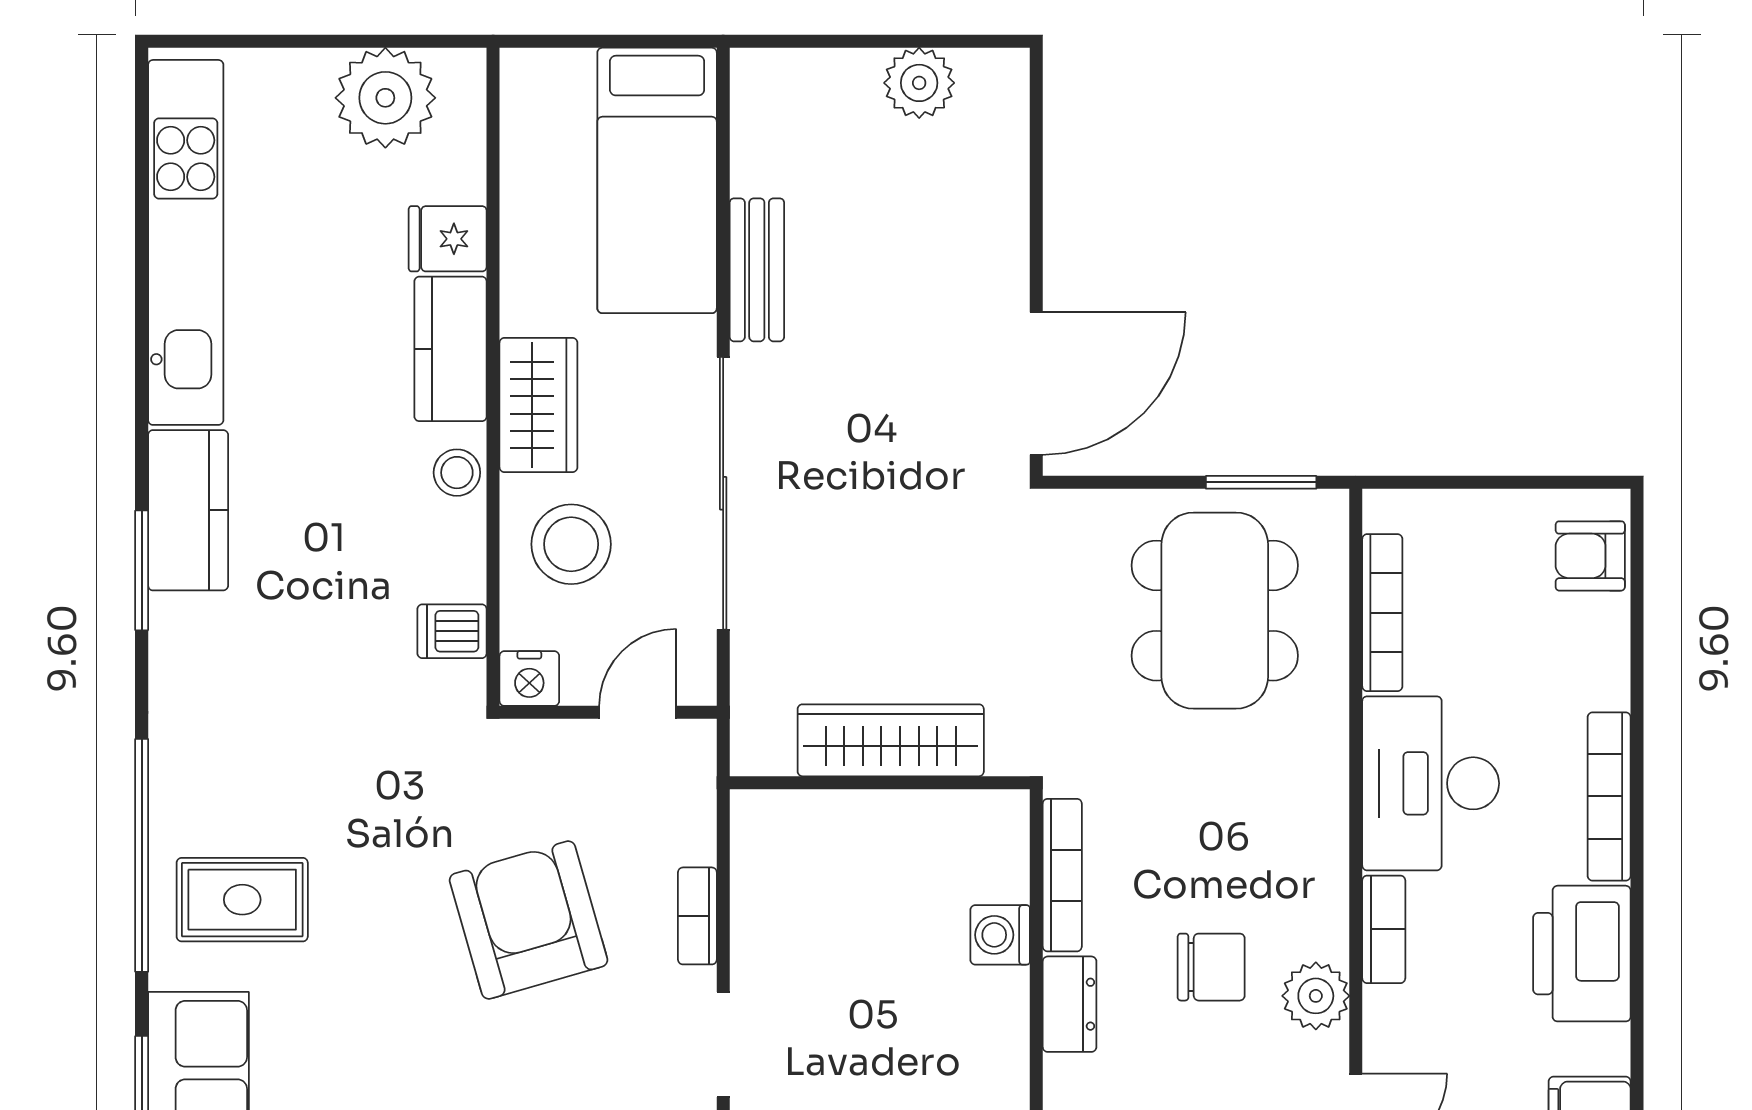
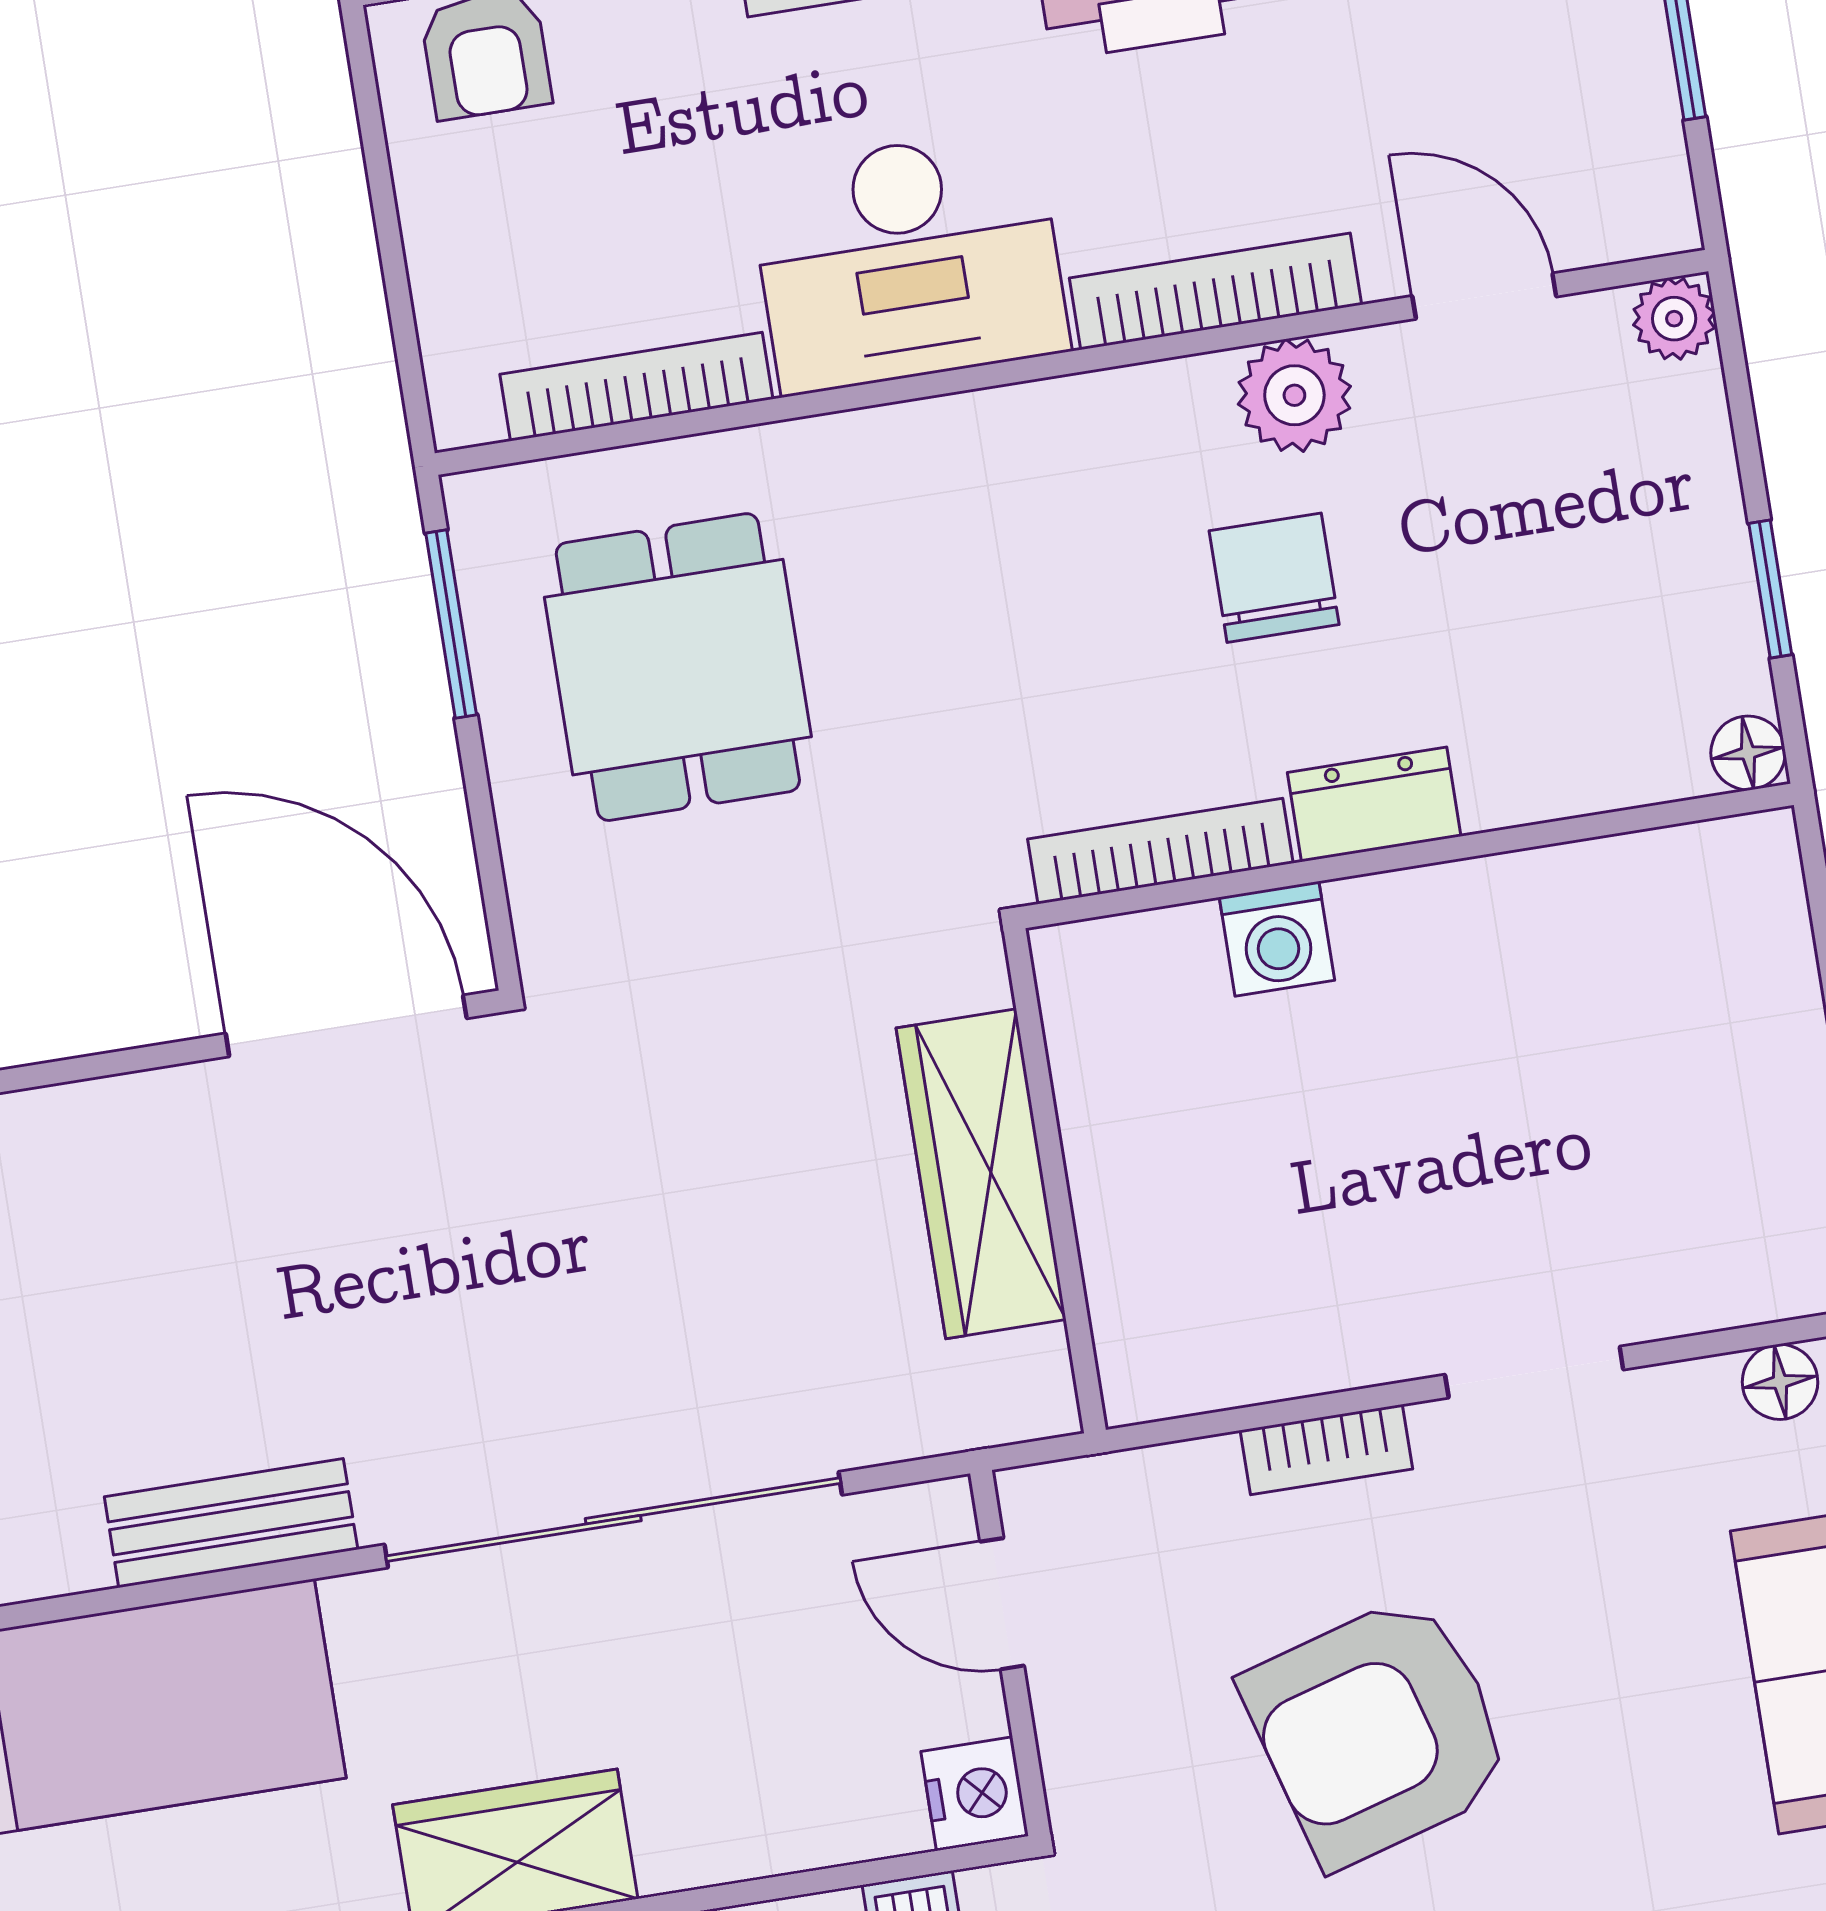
stool: (571, 544) -> (739, 1760), removed
dining table: (1215, 611) -> (678, 667), width x0.73
bookcase: (1384, 929) -> (1216, 291), width x1.56

